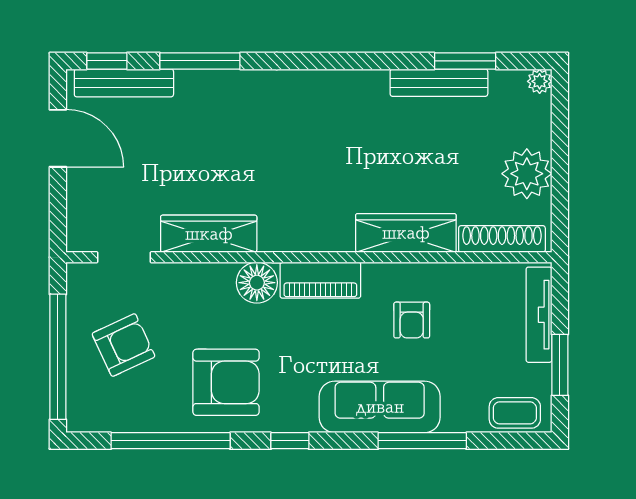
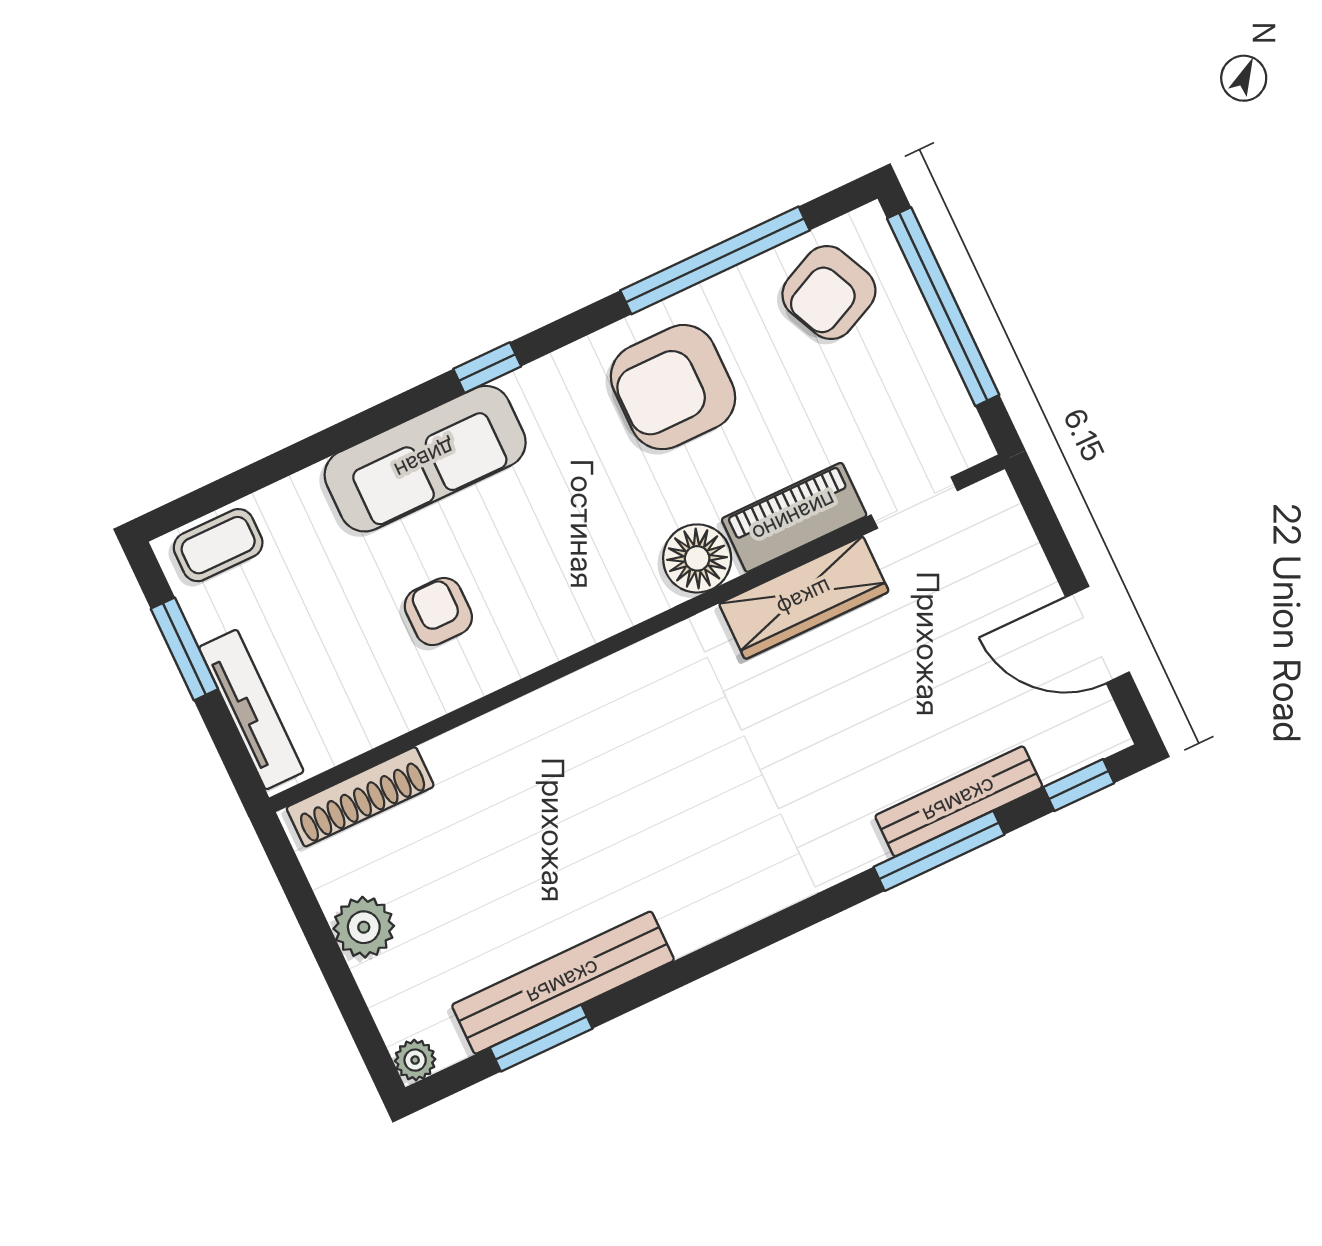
bench: (124, 83) -> (959, 801), moved
bench: (439, 83) -> (563, 983), width x1.37, depth x1.21
plant: (527, 174) -> (364, 927), width x0.73, depth x0.73
wardrobe: (406, 233) -> (509, 738), removed
piano: (320, 280) -> (794, 517), moved
armchair: (124, 345) -> (829, 293), moved
window: (290, 441) -> (487, 368), moved
window: (422, 441) -> (337, 438), removed

